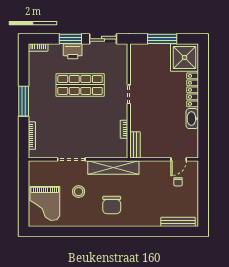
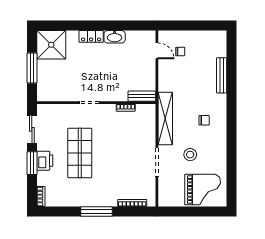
locker: (193, 90) -> (91, 36), width x0.66
chair: (112, 205) -> (204, 120), width x0.54, depth x0.54
bench: (178, 222) -> (222, 75), moved

